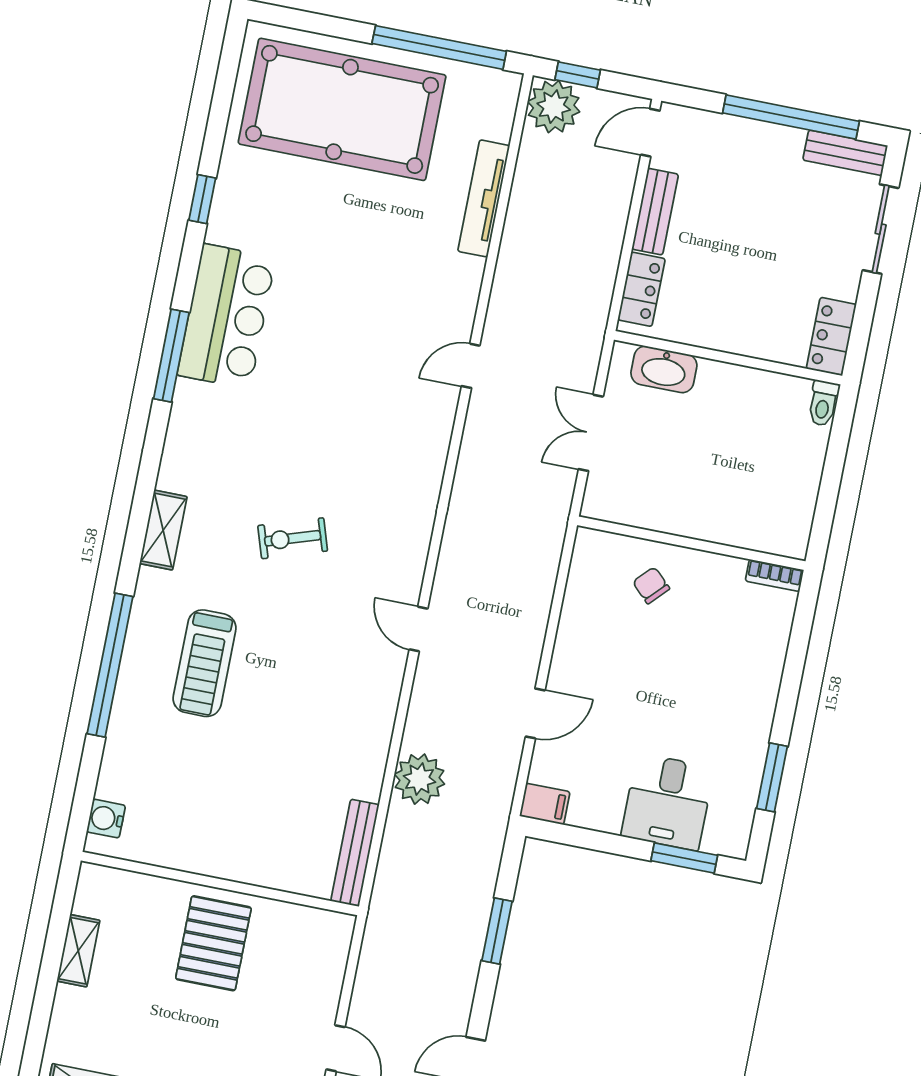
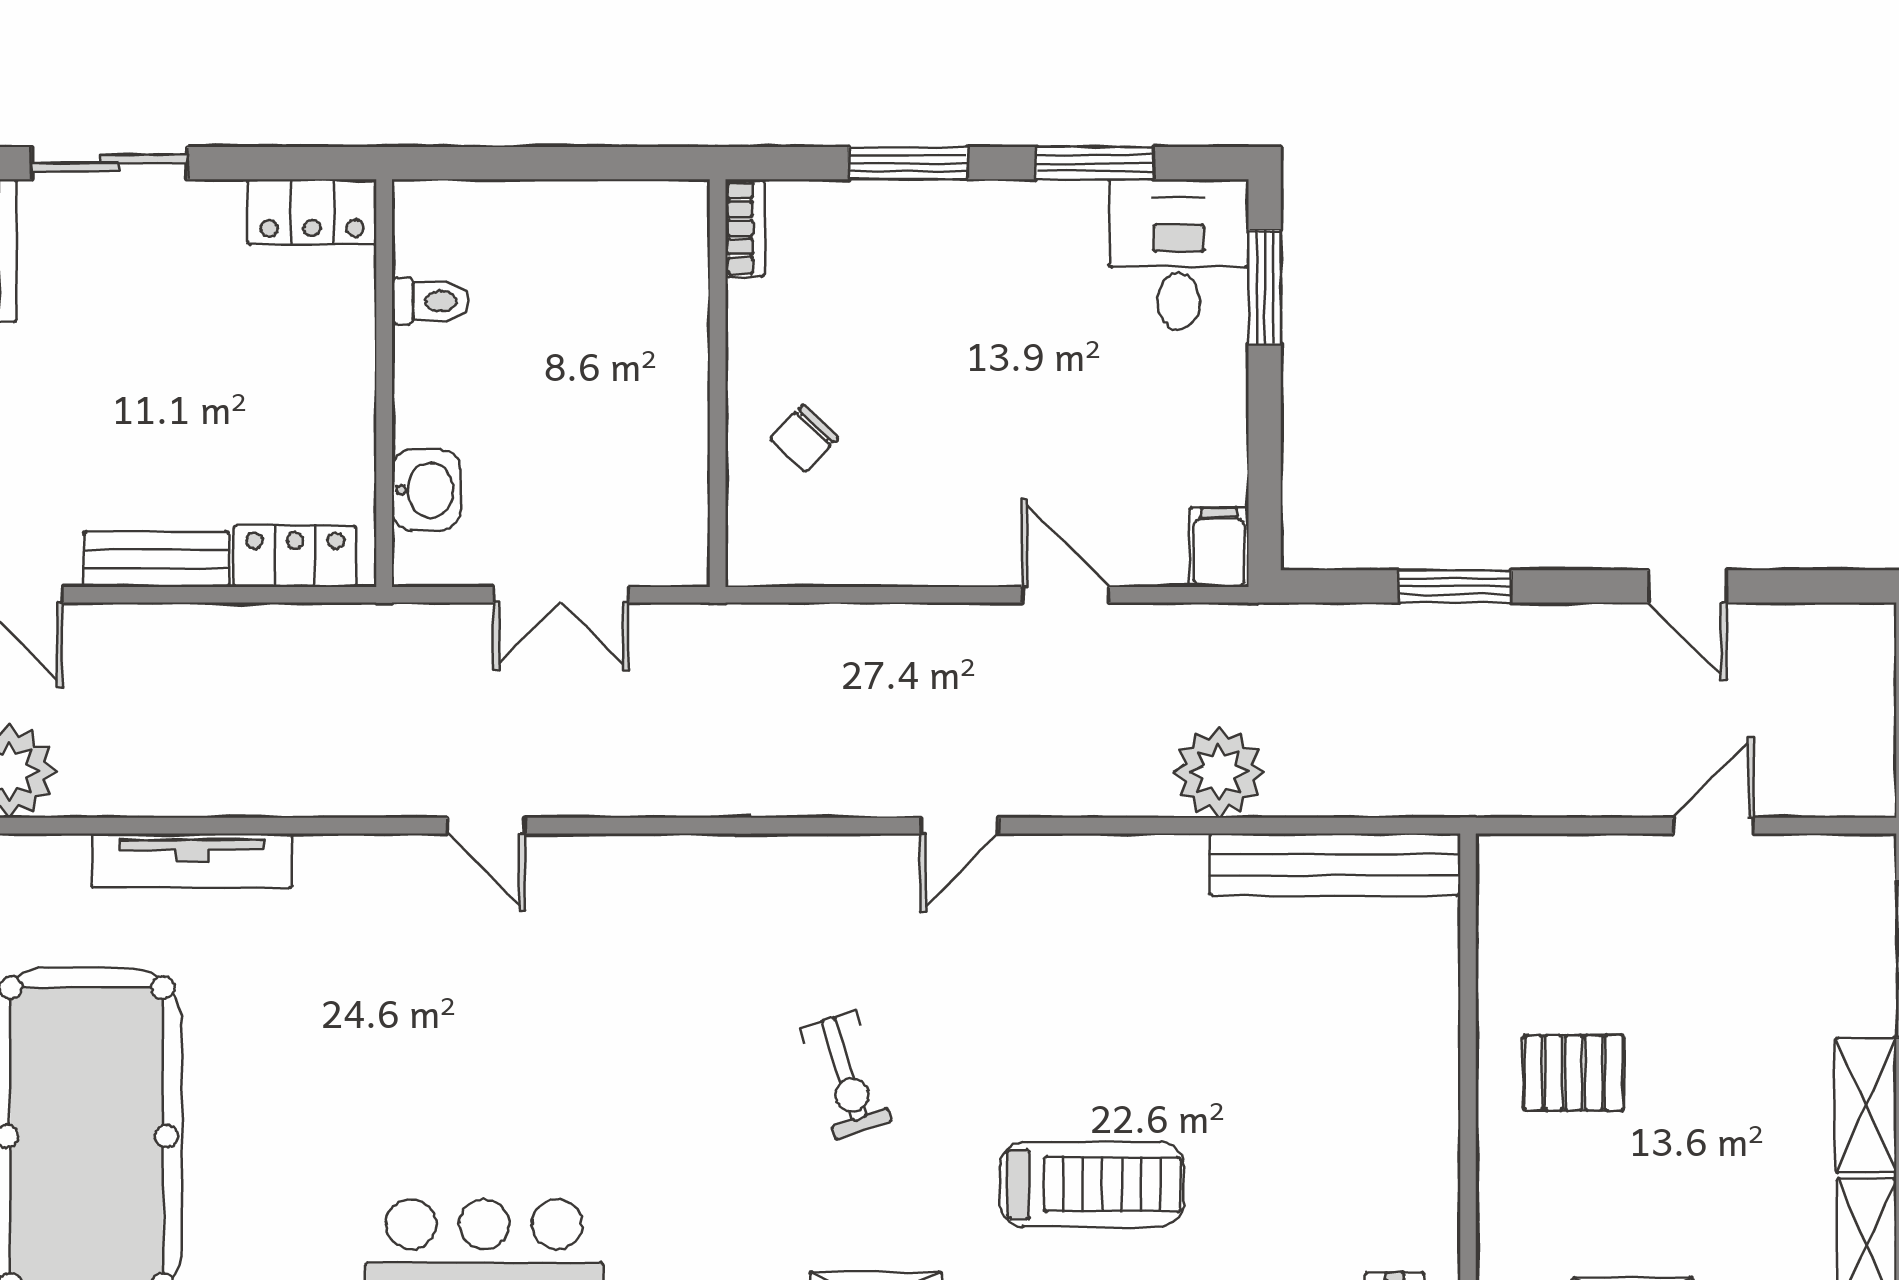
washbasin: (664, 369) -> (426, 490), width x0.72
toilet: (823, 403) -> (430, 301), moved
window: (793, 674) -> (908, 163), added
desk: (668, 802) -> (1179, 255), moved, turned -90
bench: (355, 853) -> (1335, 865), width x1.37, depth x1.21
pallet: (213, 943) -> (1574, 1073), width x0.67, depth x0.71

